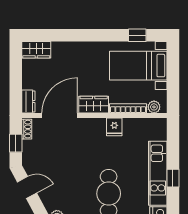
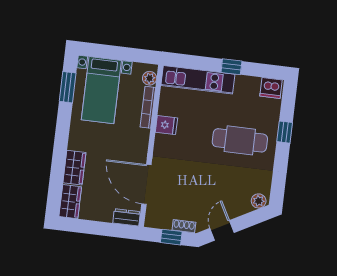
window: (137, 35) -> (68, 87), width x1.50
wardrobe: (94, 105) -> (74, 168), moved, turned 180
shoe rack: (27, 129) -> (184, 226), moved
kitchen unit: (158, 173) -> (198, 80), moved

